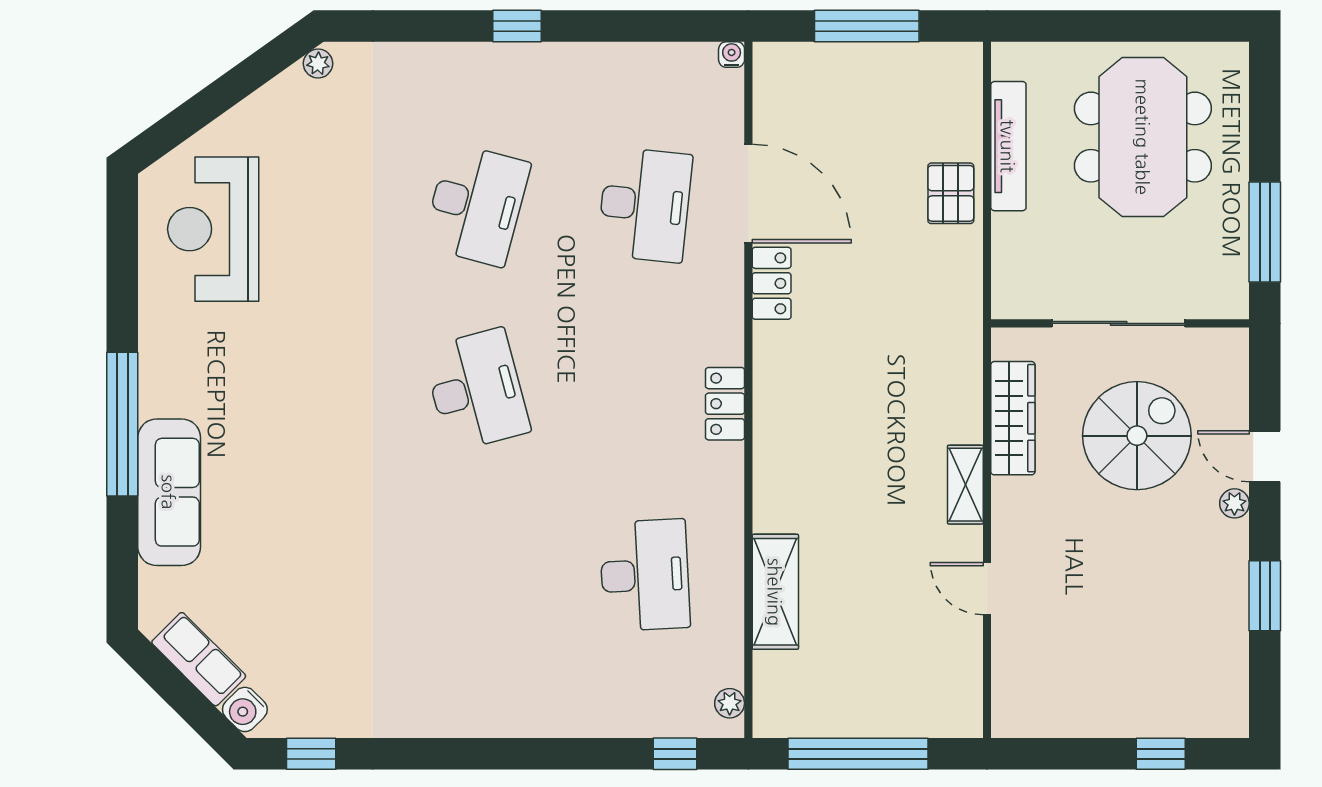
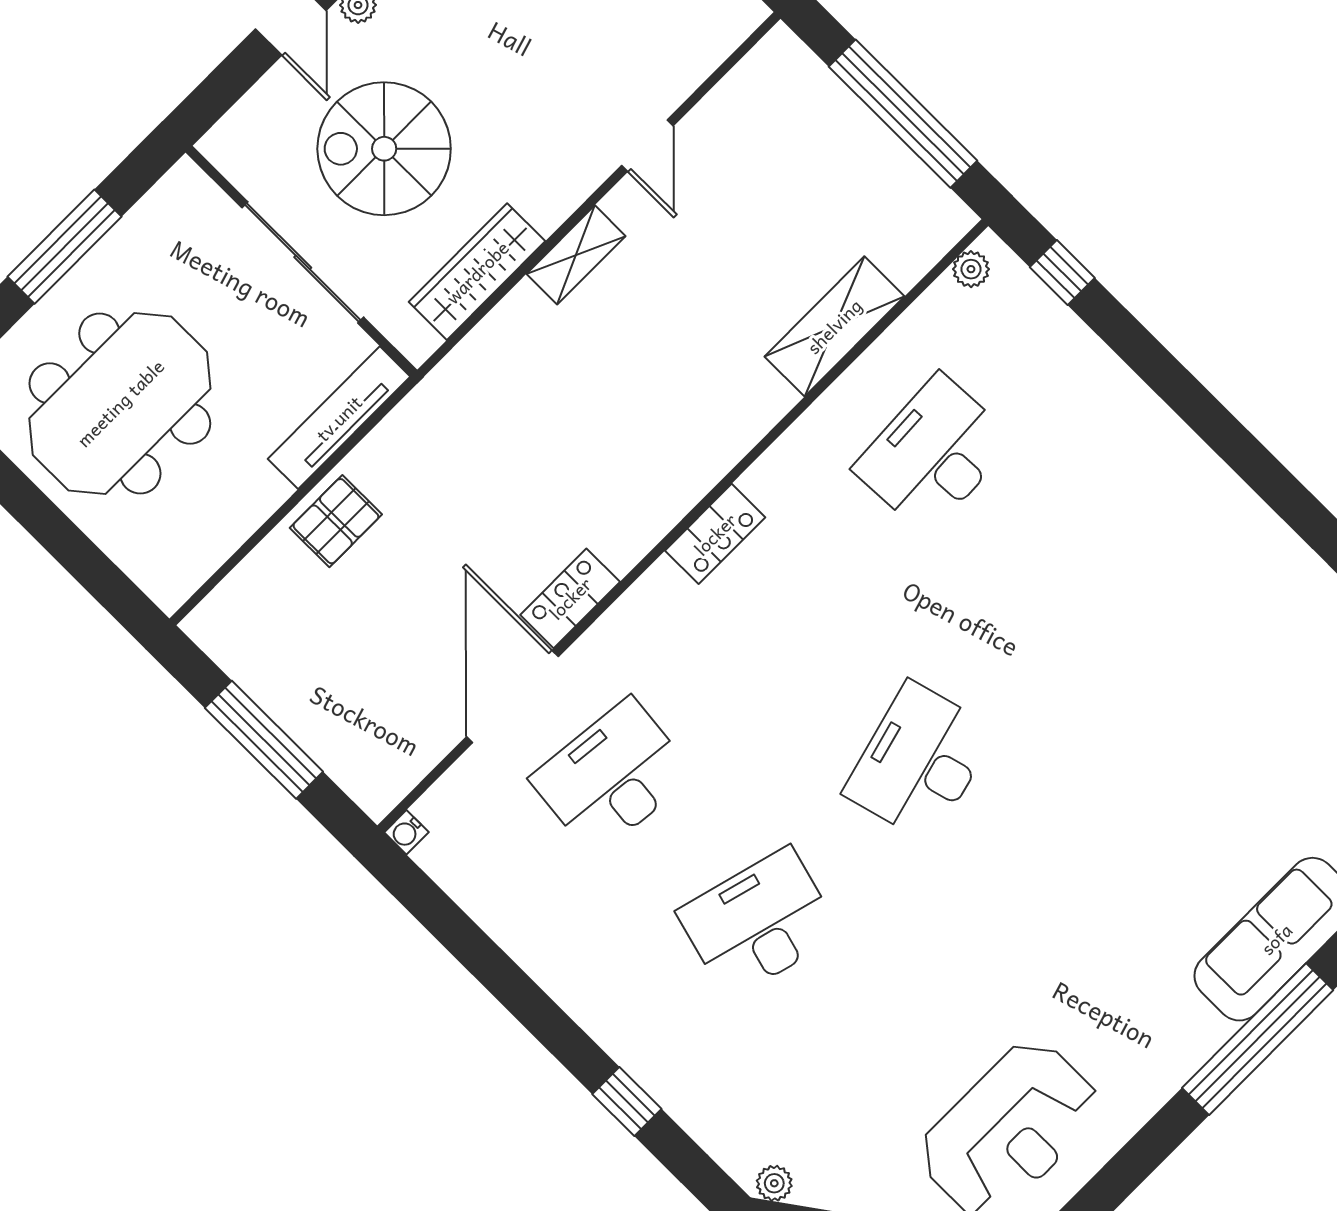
window: (517, 26) -> (627, 1102), moved
tv unit: (1008, 146) -> (339, 418), moved
window: (1265, 232) -> (65, 247), moved

